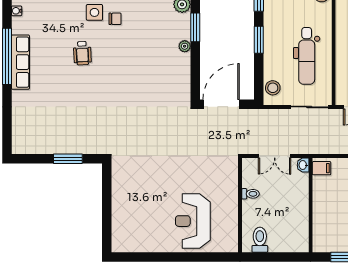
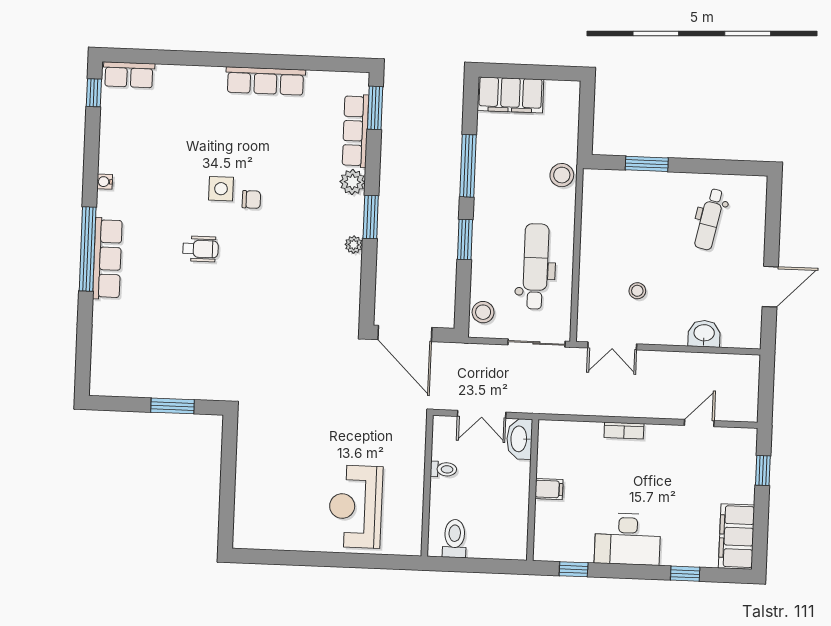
wheelchair: (82, 53) -> (200, 249), turned -87
dental chair: (307, 56) -> (536, 266), turned 180
door: (221, 104) -> (405, 333), swing flipped
washbasin: (303, 165) -> (519, 439), width x1.91, depth x1.45
filing cabinet: (322, 168) -> (549, 489), moved

